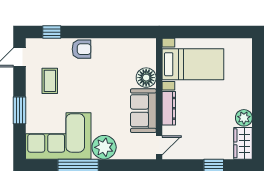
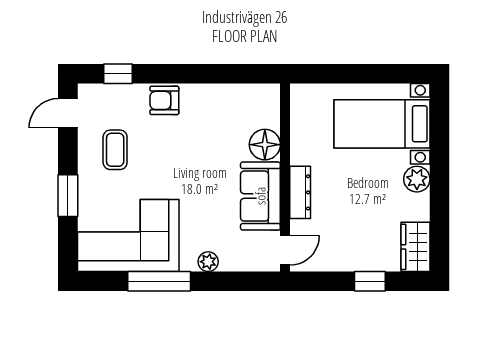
armchair: (81, 49) -> (164, 100), turned 180
bed with nightstands: (193, 64) -> (382, 124), moved, turned 180
plant: (244, 118) -> (417, 179), moved
plant: (104, 147) -> (208, 262), width x0.53, depth x0.53

